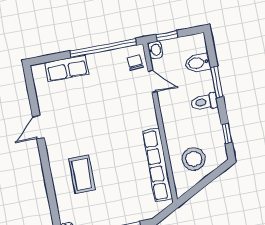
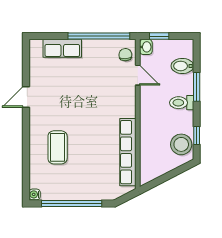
stool: (194, 159) -> (181, 144), moved

